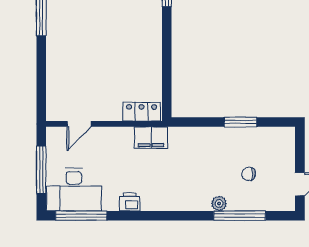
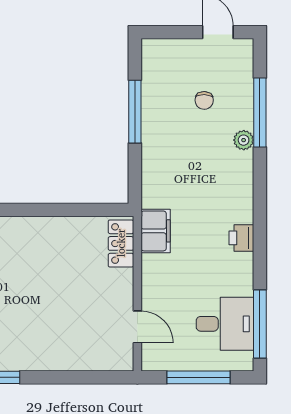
window: (240, 122) -> (135, 112), width x1.44
desk: (74, 190) -> (225, 324), width x0.73
printer: (130, 202) -> (241, 238), moved

